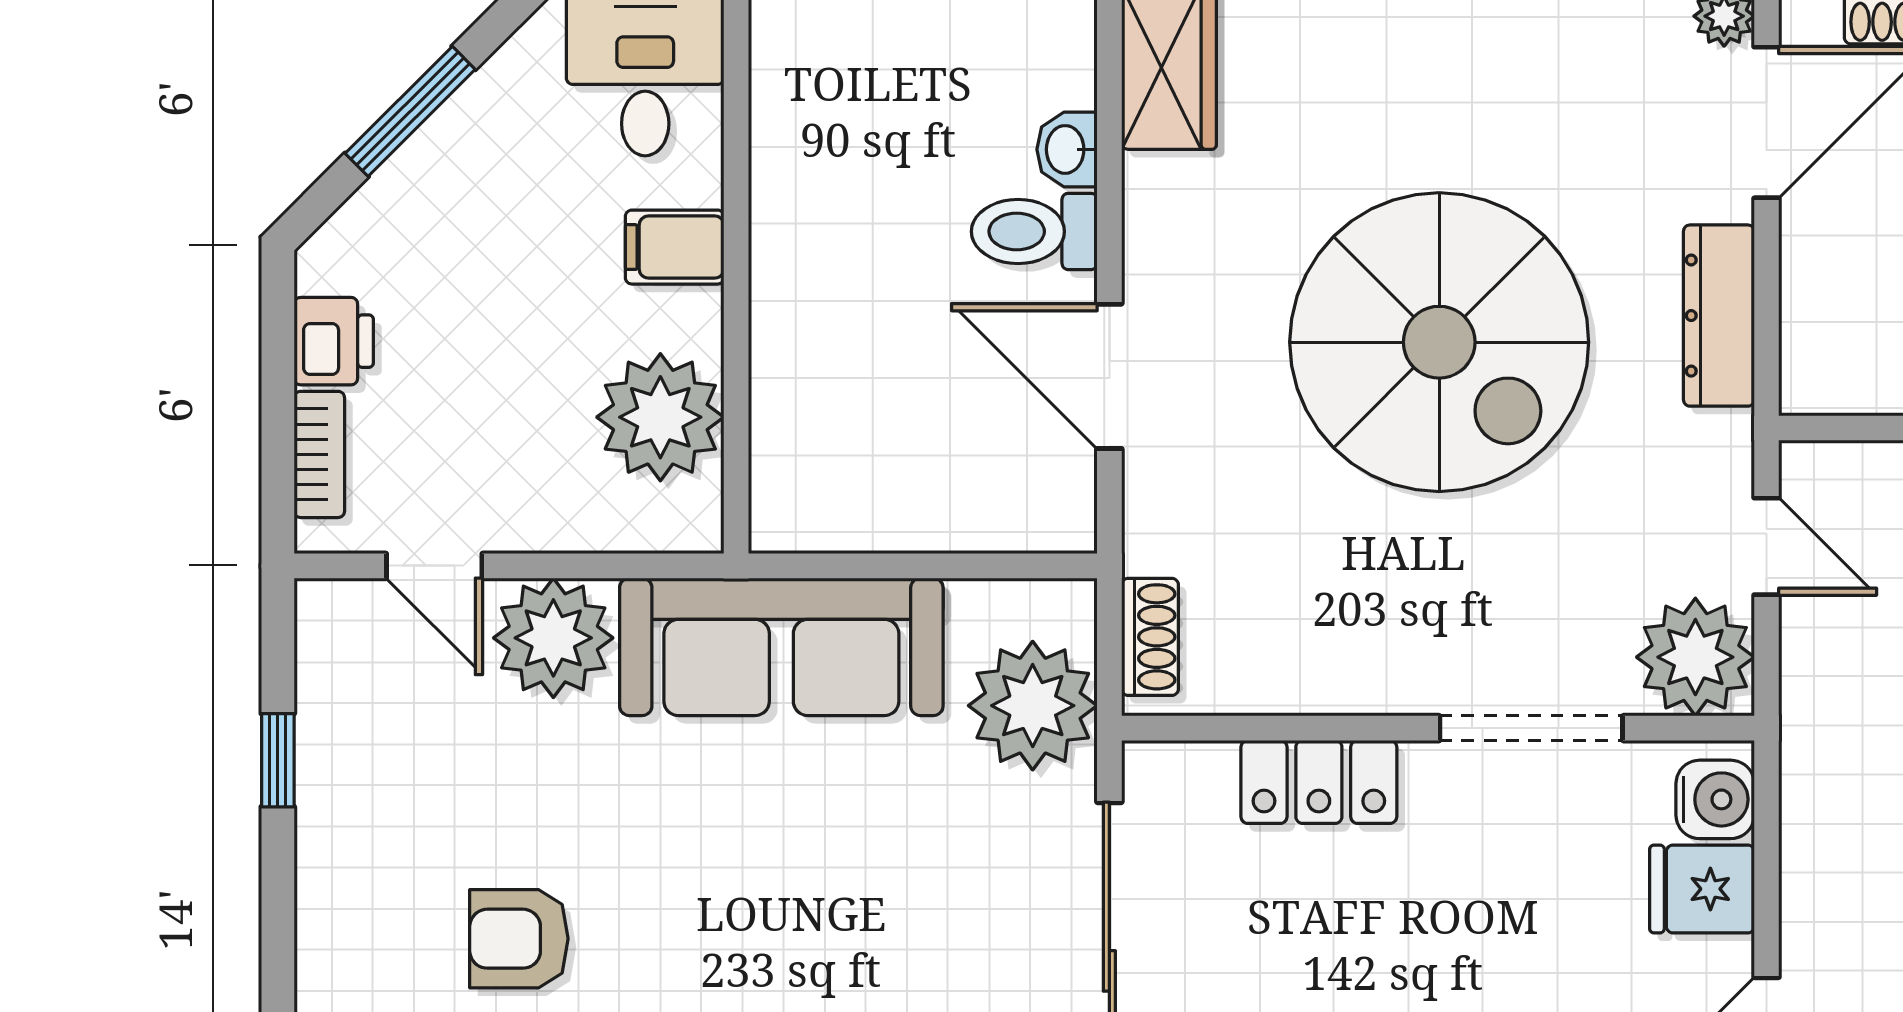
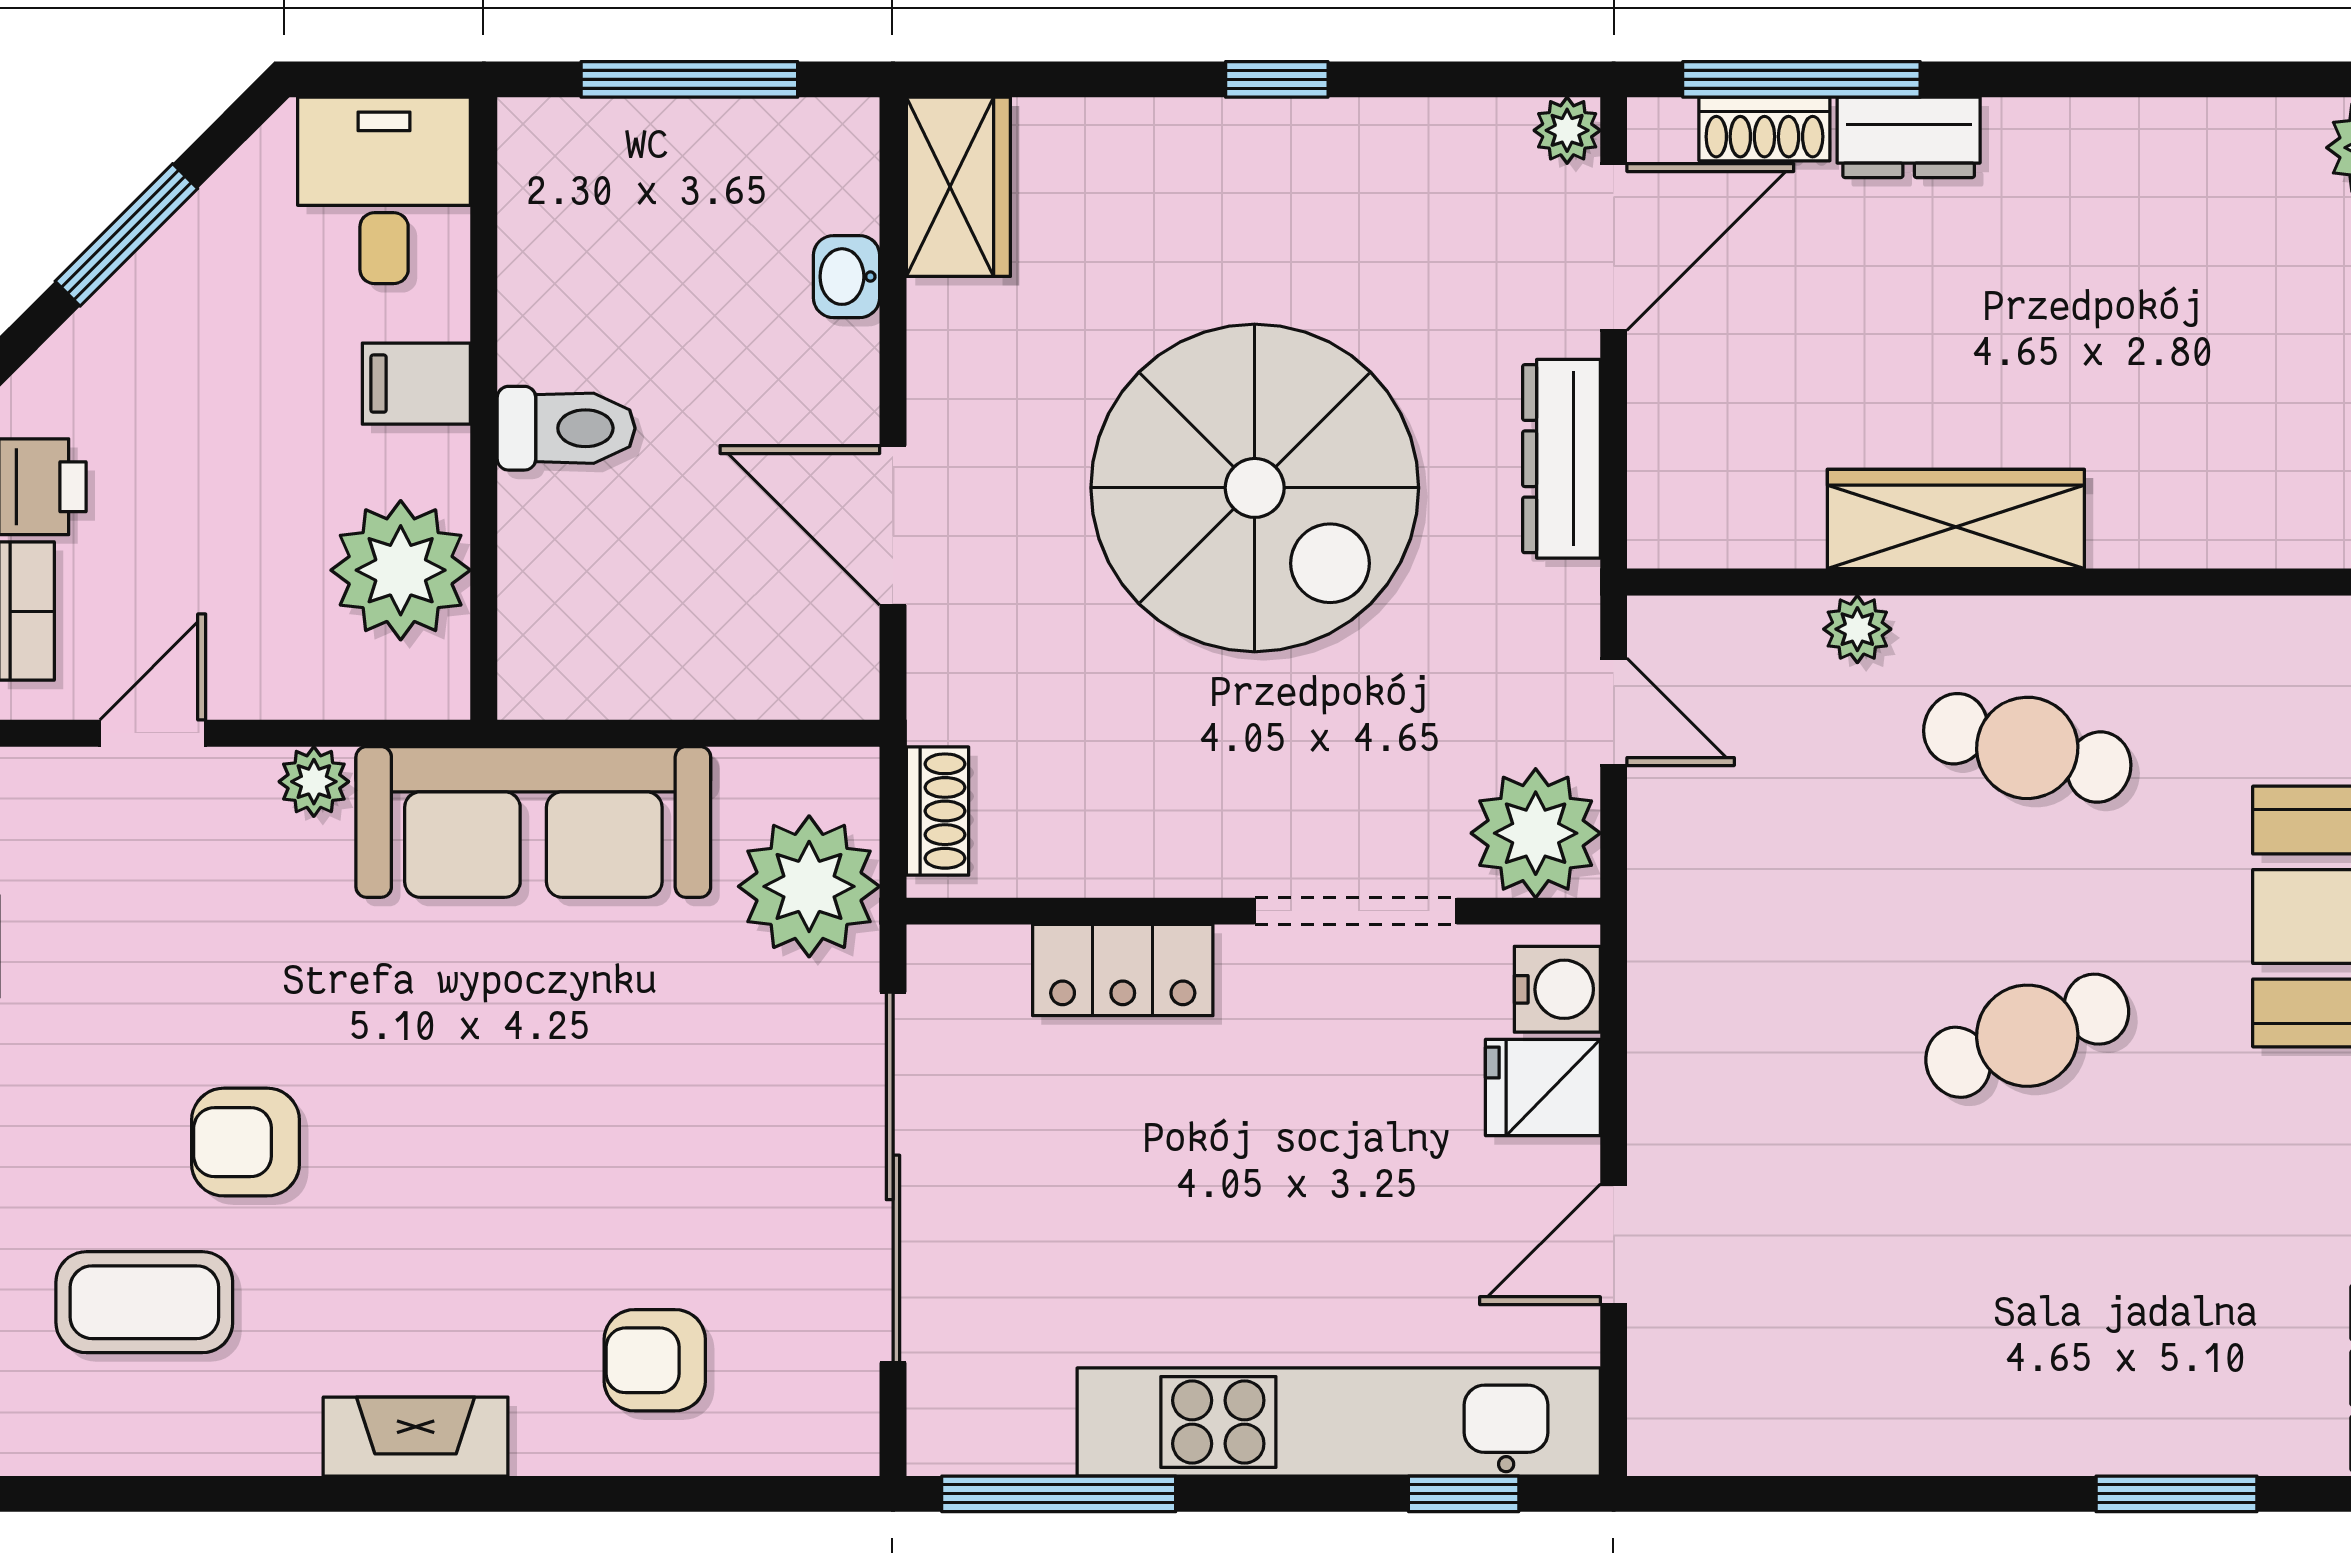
toilet: (1034, 231) -> (566, 428), moved, turned 180
door: (434, 566) -> (153, 733), swing flipped
plant: (553, 638) -> (314, 782), width x0.53, depth x0.53

